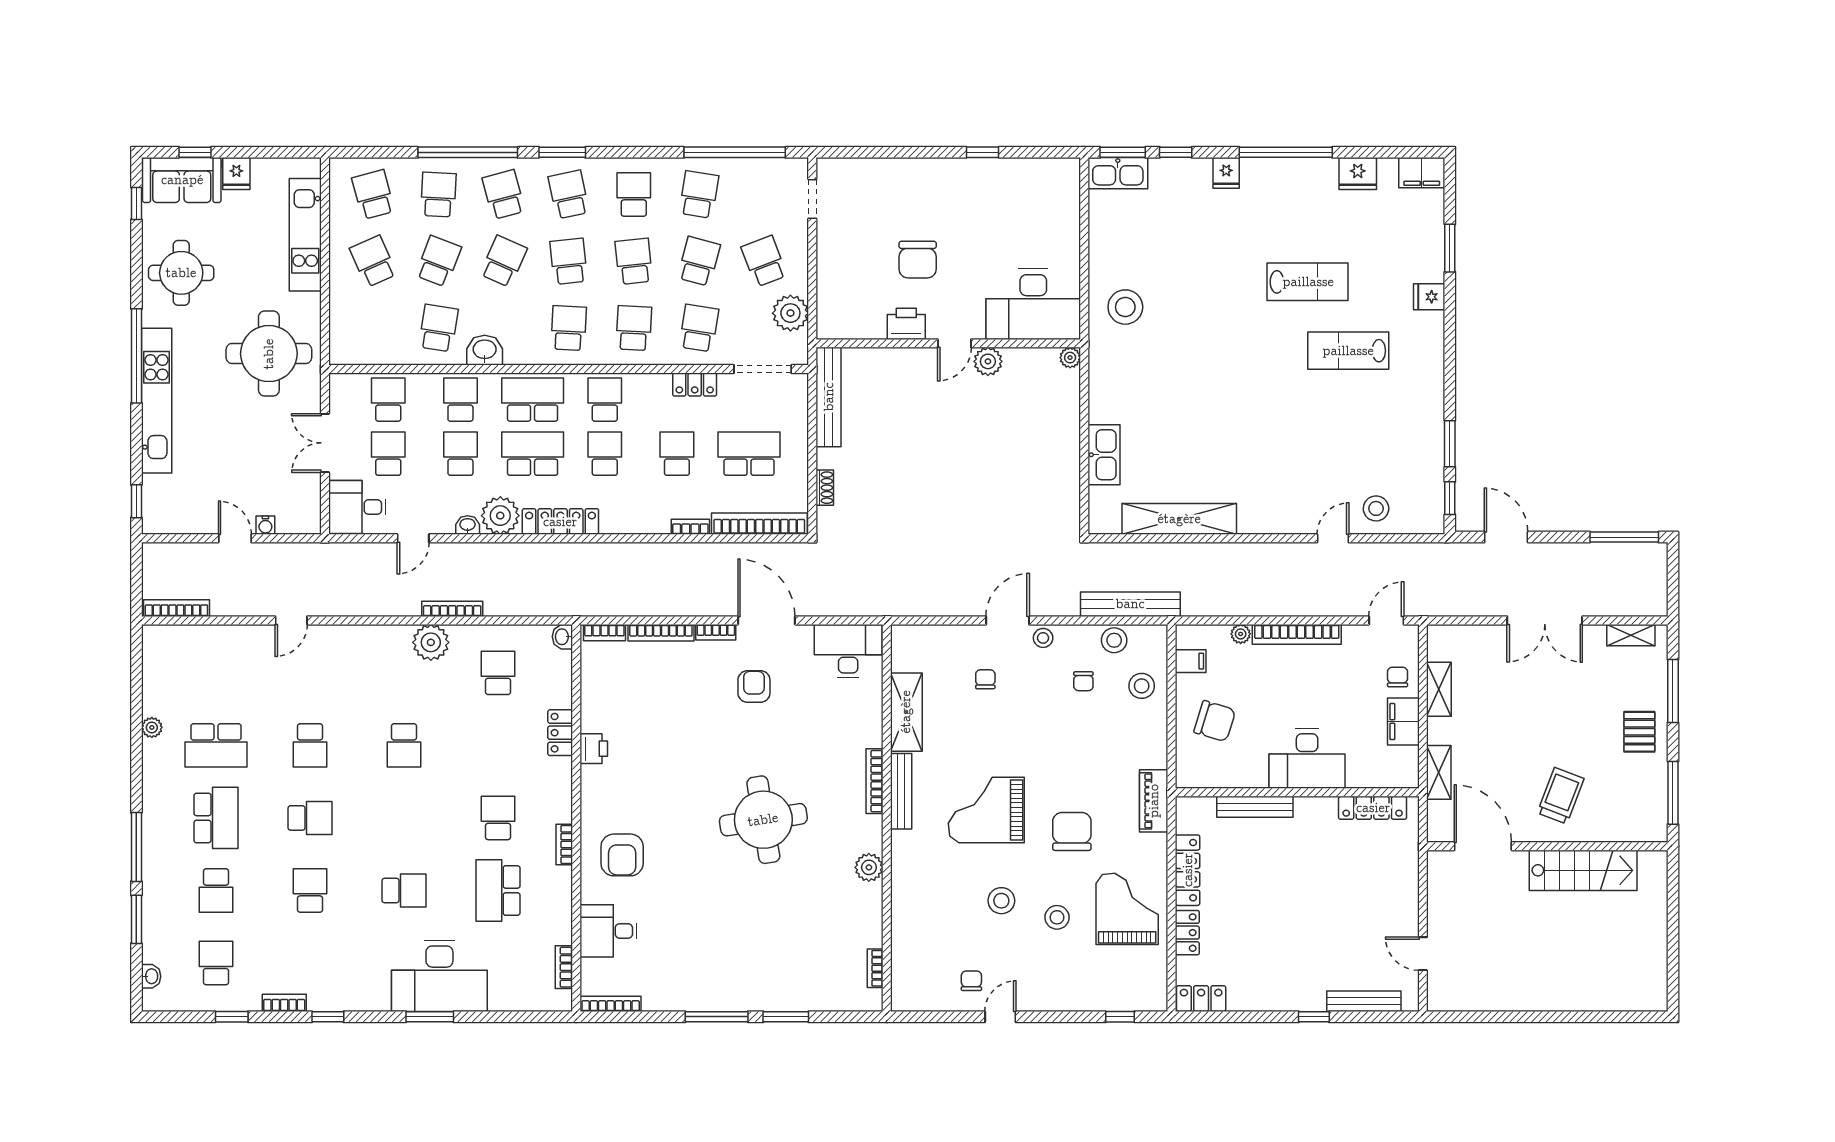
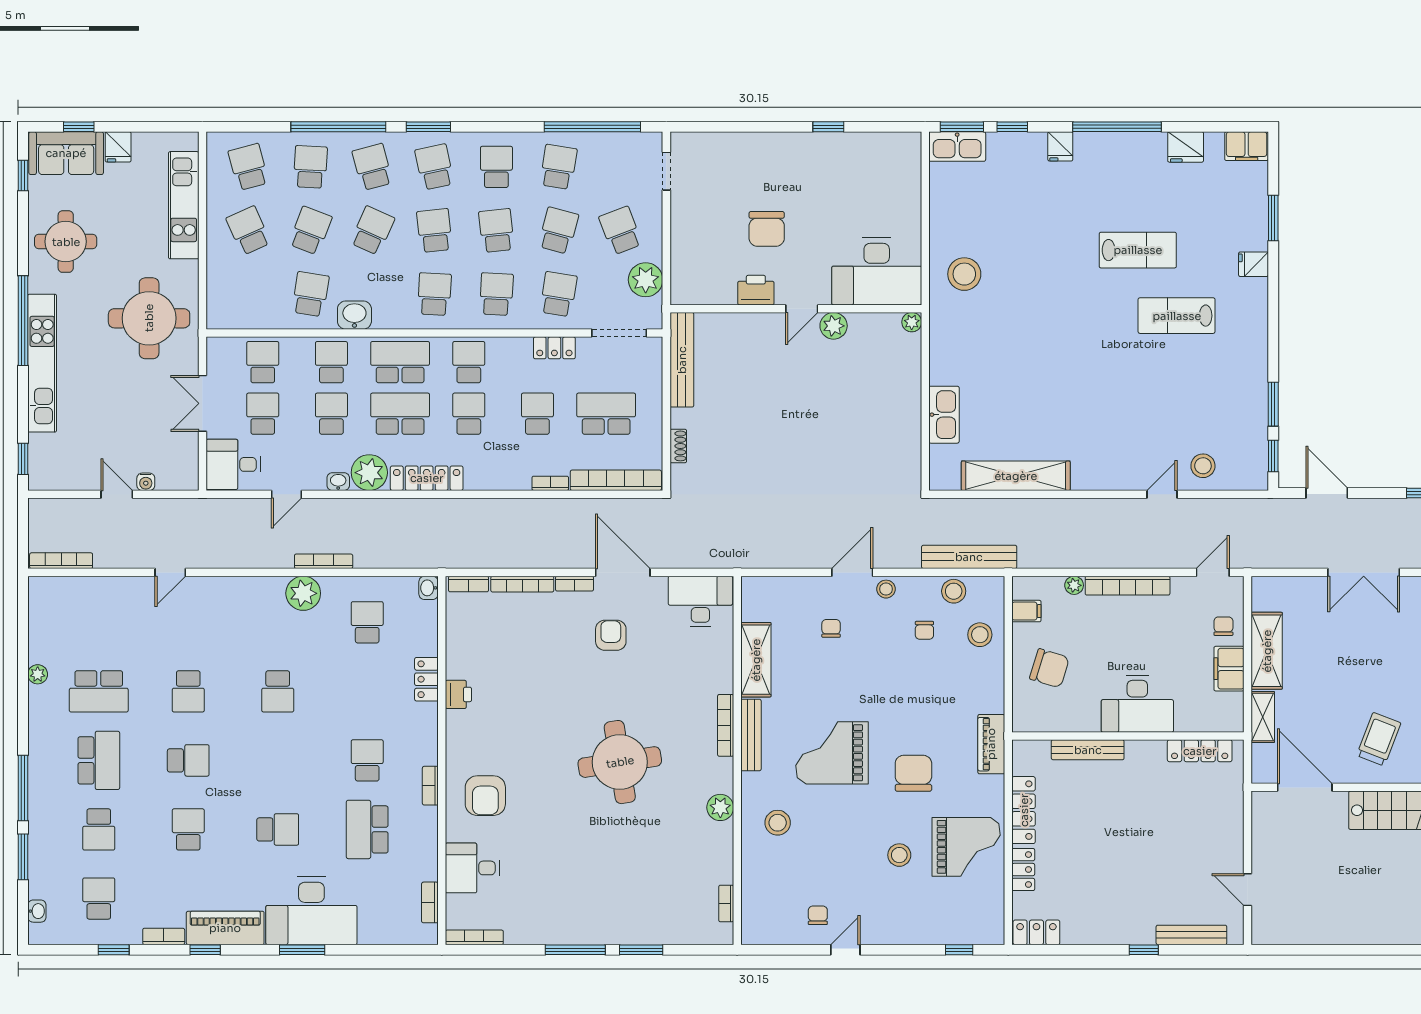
shelving: (1439, 689) -> (1267, 651), width x1.50, depth x1.33
stool: (1001, 901) -> (778, 823), moved
grand piano: (1127, 909) -> (966, 847), turned 90
piano: (349, 994) -> (225, 928), added

